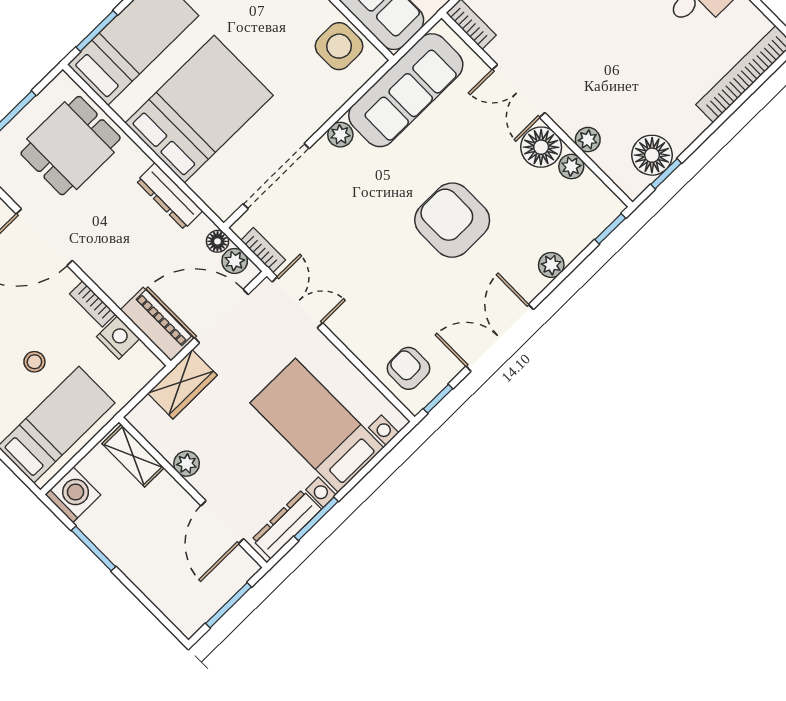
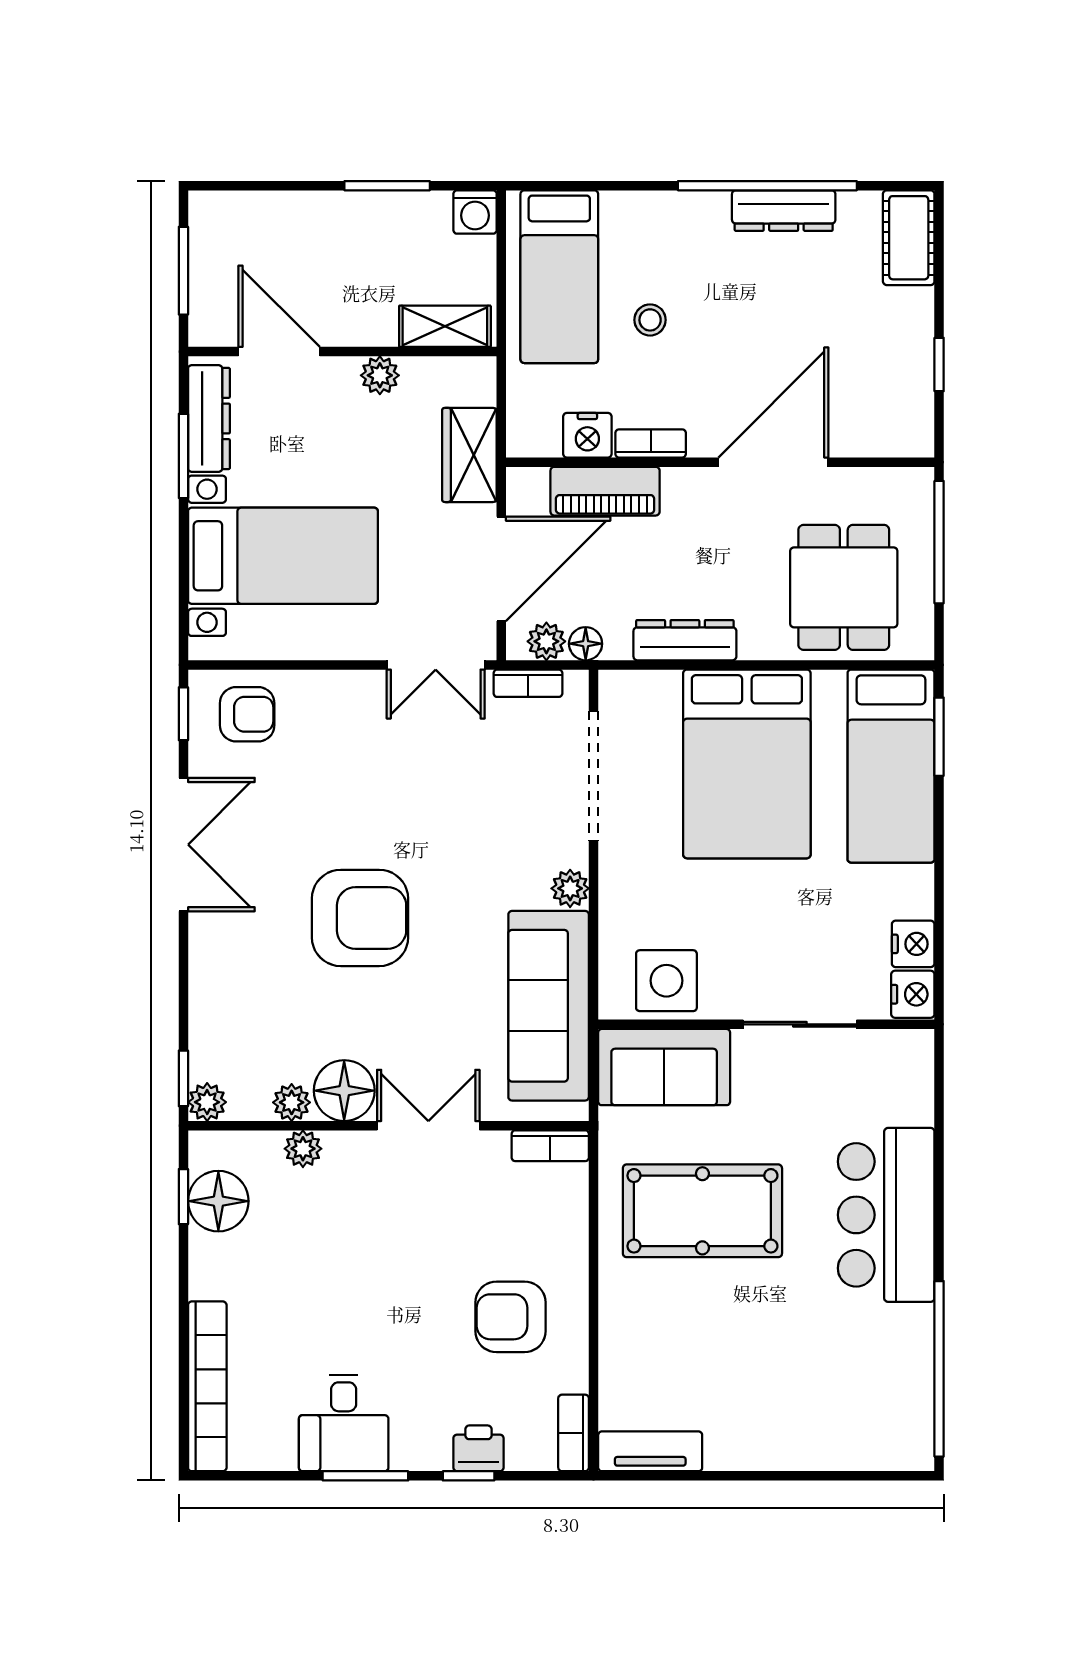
plant: (551, 265) -> (207, 1102), moved
piano: (157, 324) -> (605, 491), moved
washing machine: (73, 495) -> (475, 212), width x0.73, depth x0.73

